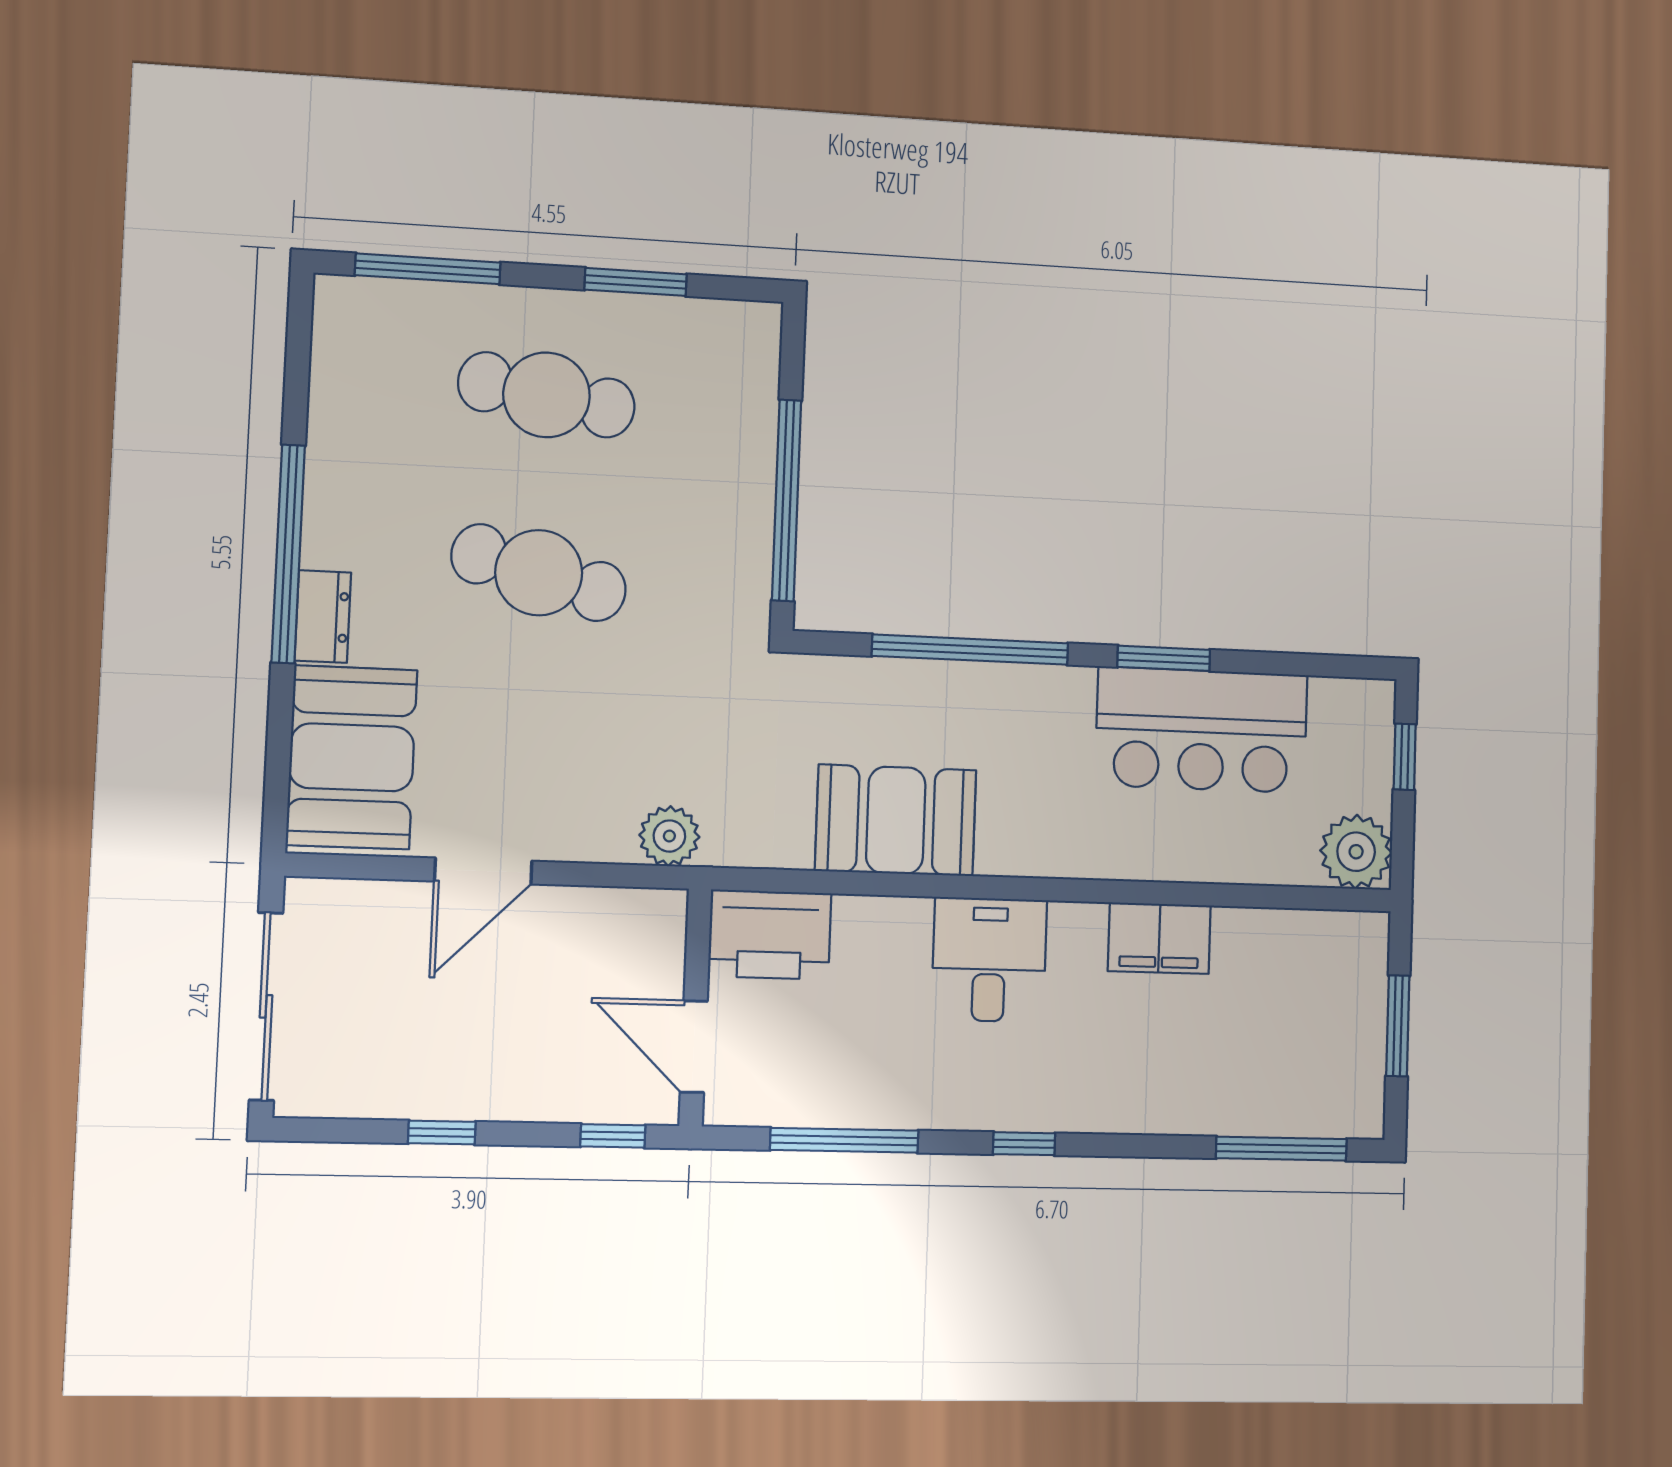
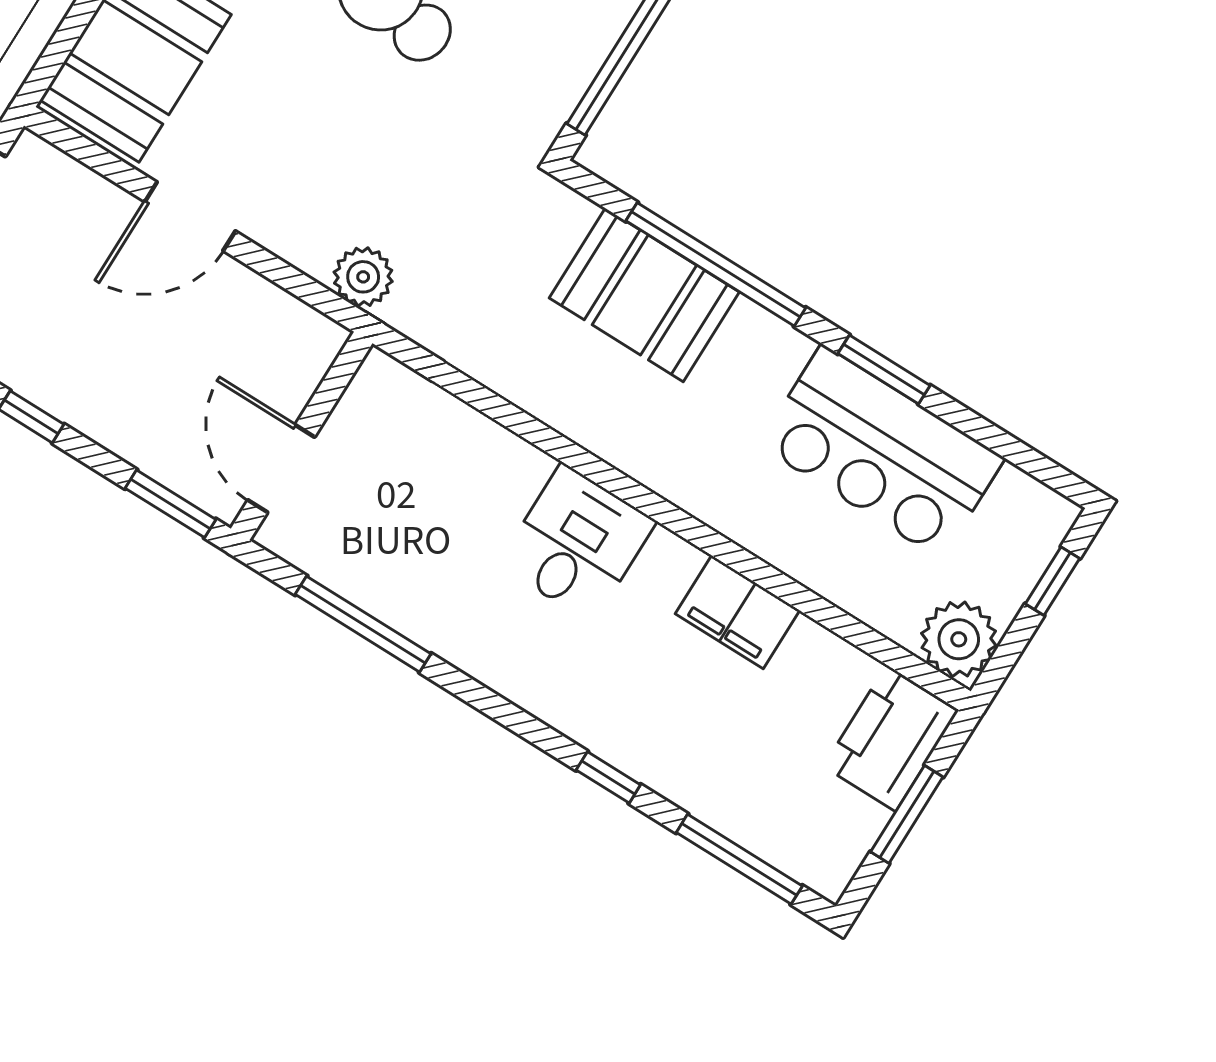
booth: (896, 820) -> (644, 295), moved
printer: (770, 935) -> (891, 739), moved, turned 90
window: (613, 1136) -> (171, 504), width x1.50
window: (1024, 1144) -> (608, 777), moved

